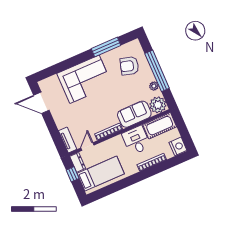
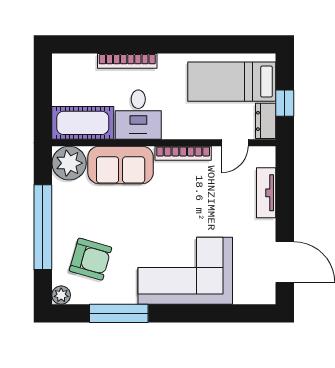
plant: (154, 86) -> (61, 295), moved
tv unit: (68, 140) -> (266, 193), moved
nightstand: (178, 146) -> (65, 69), removed

